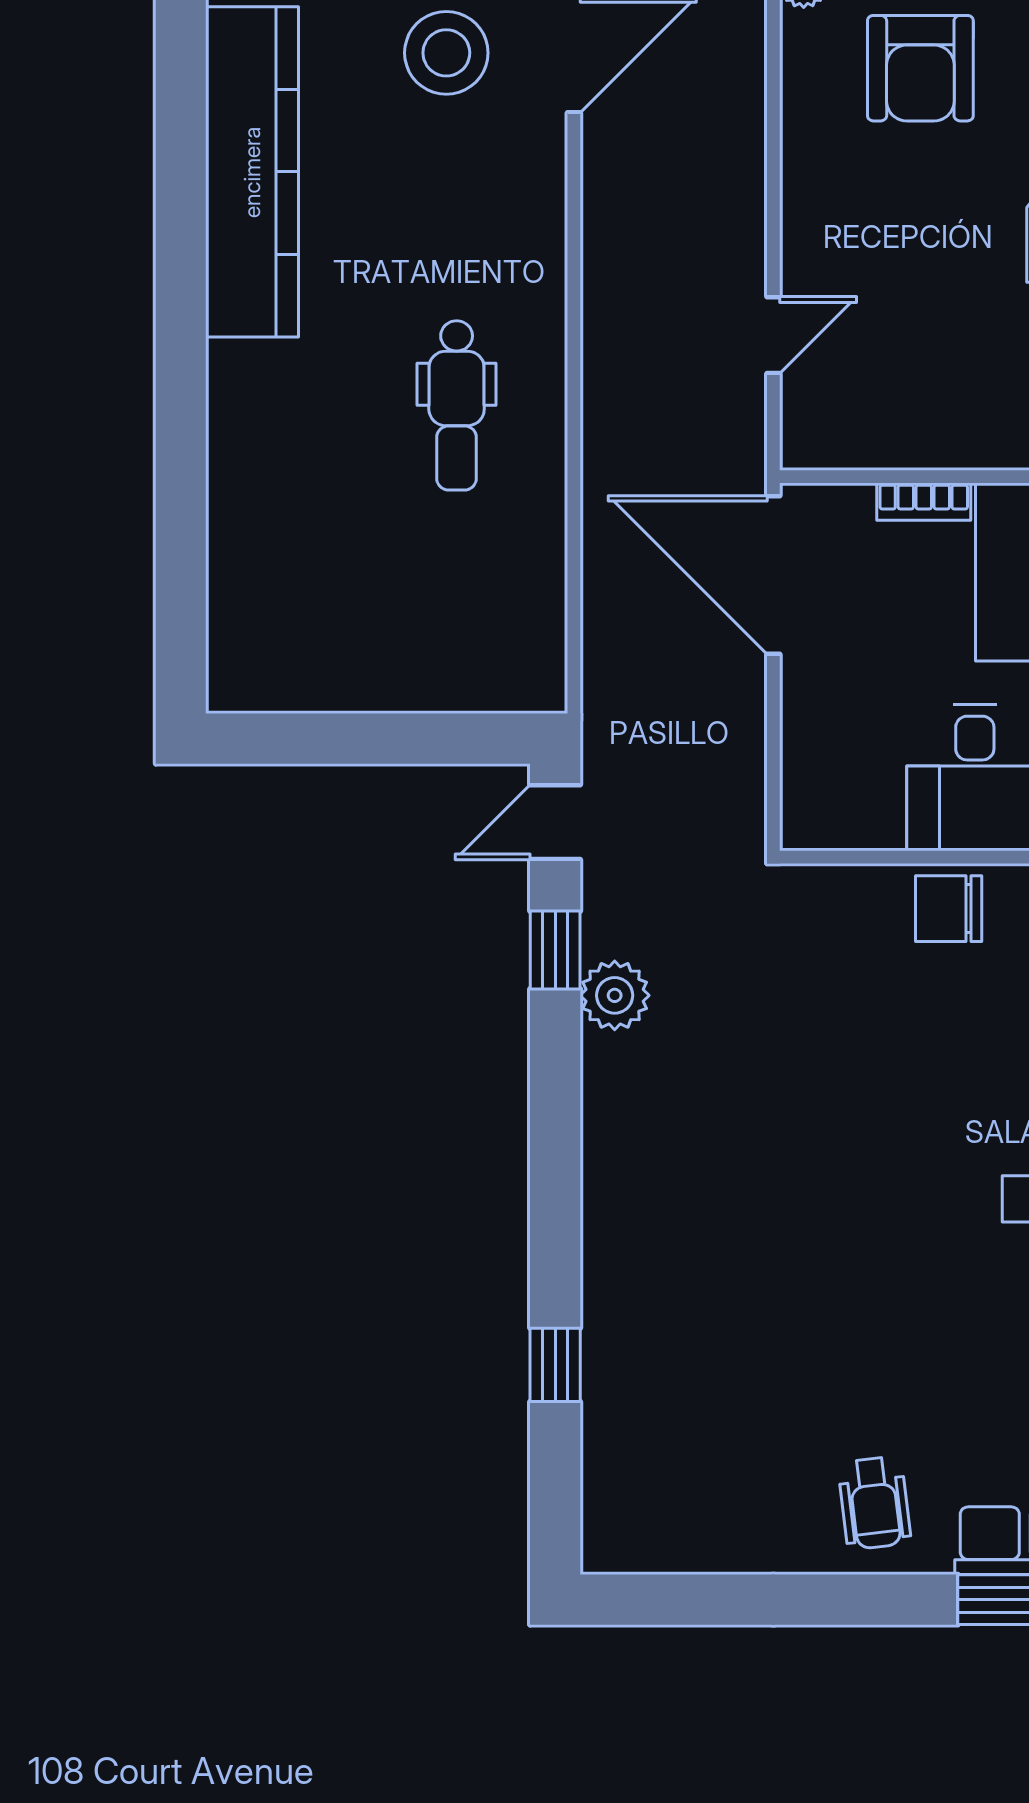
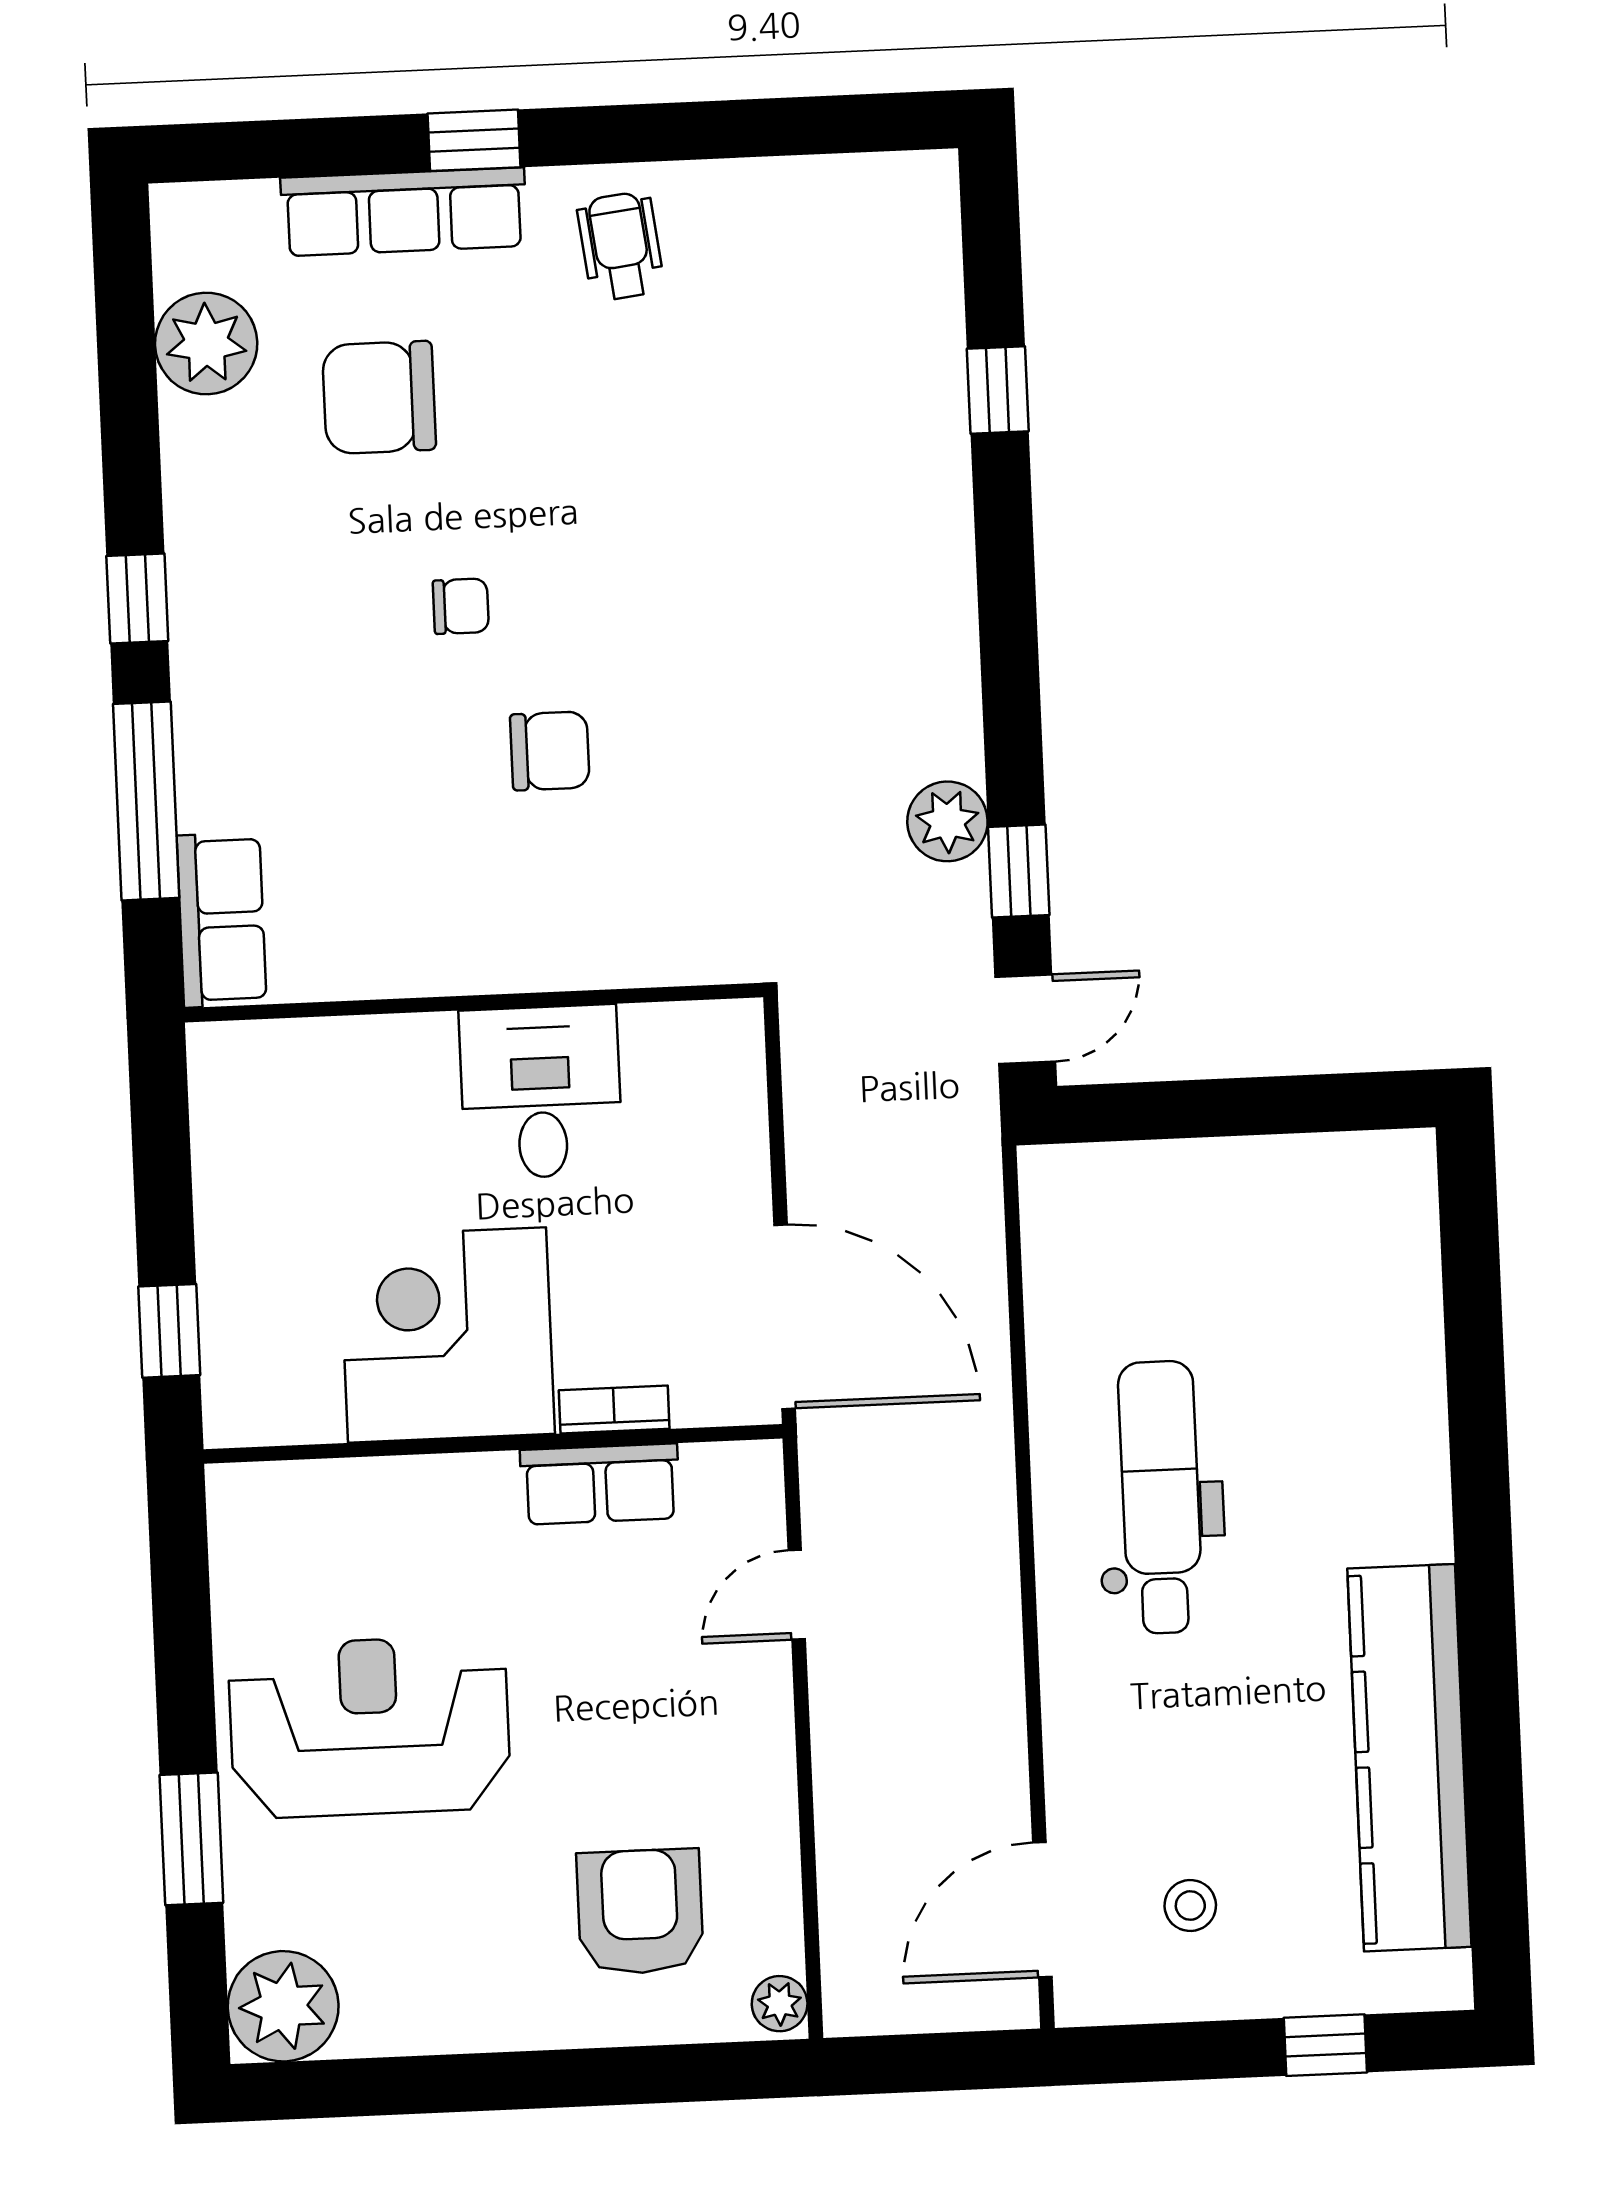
stool: (446, 53) -> (1190, 1905), width x0.53, depth x0.53
dental chair: (457, 405) -> (1161, 1497), width x1.36, depth x1.38
row of seats: (939, 438) -> (600, 1484), added
chair: (949, 909) -> (550, 751), moved

